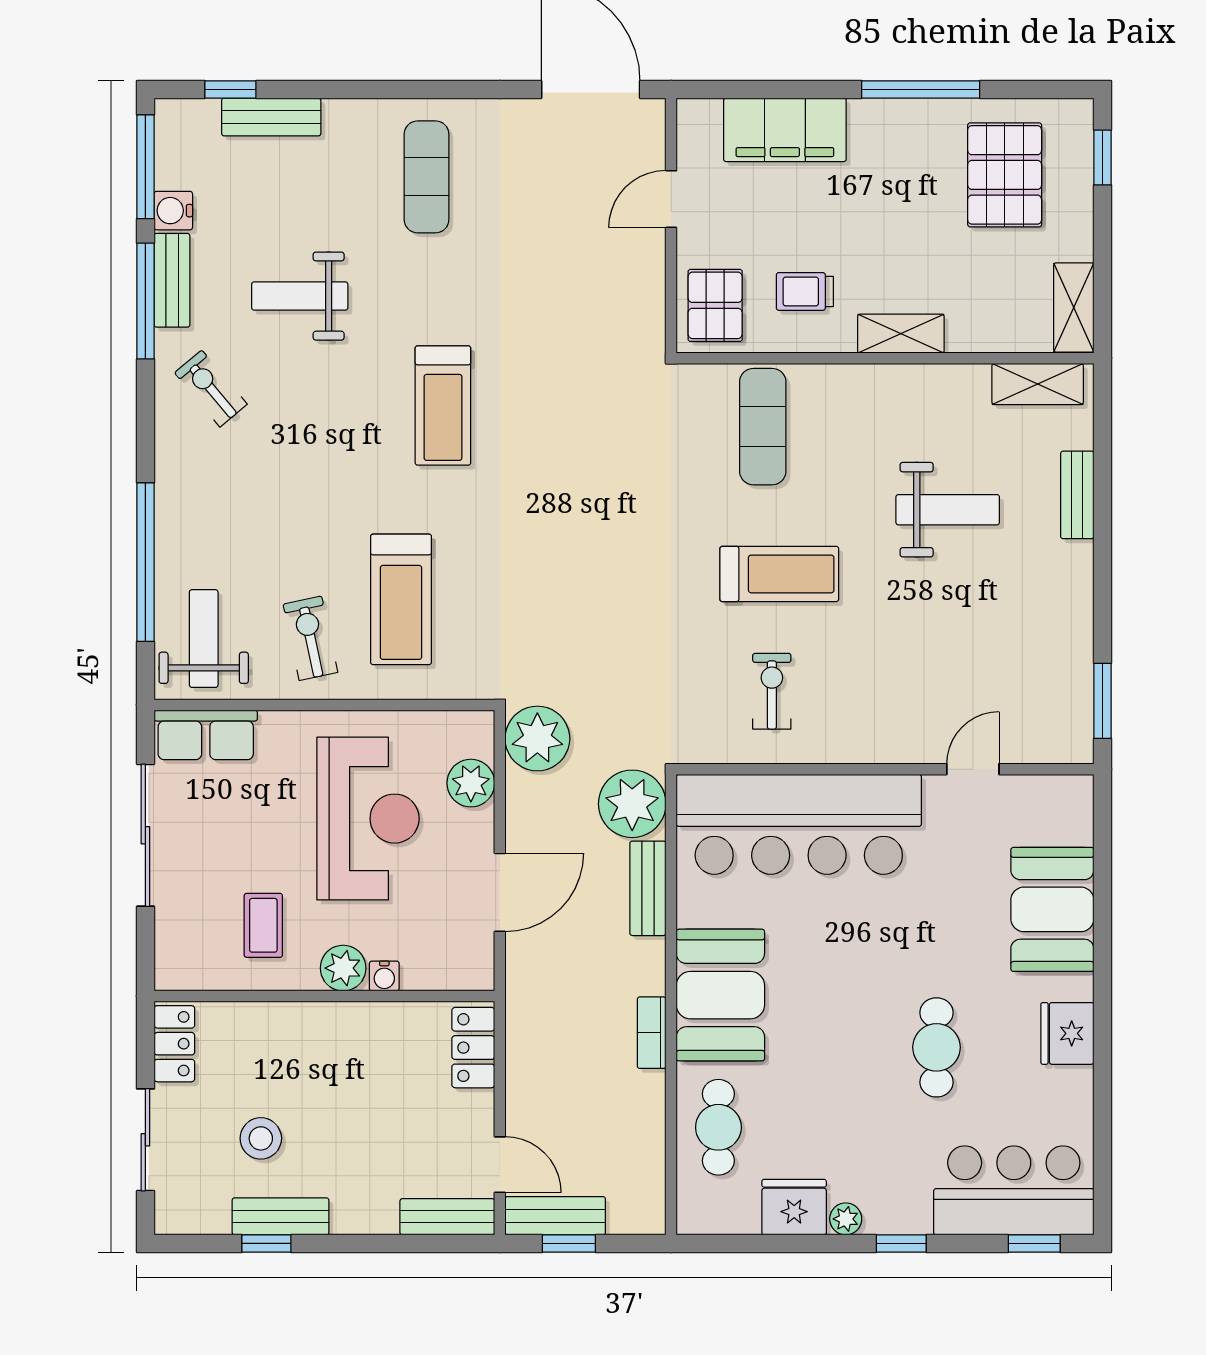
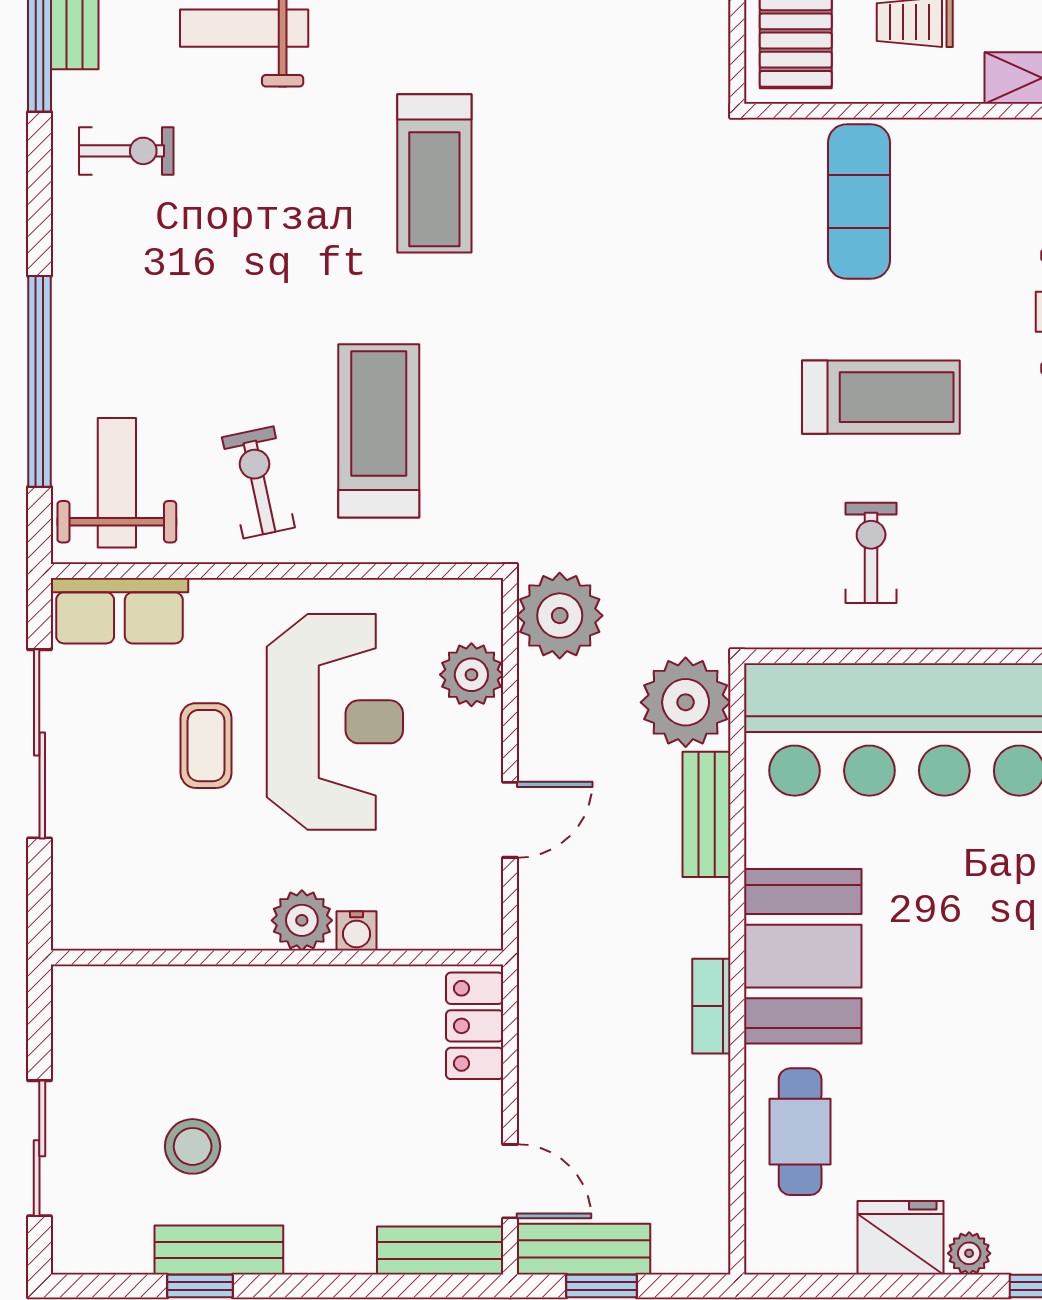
exercise bike: (211, 389) -> (126, 151), turned 130
treadmill: (401, 599) -> (379, 431), turned 180
door: (500, 892) -> (510, 820), width x0.73
coffee table: (263, 925) -> (206, 746), moved
locker: (174, 1044) -> (78, 1021), removed

